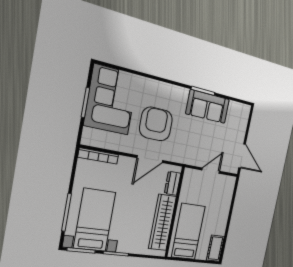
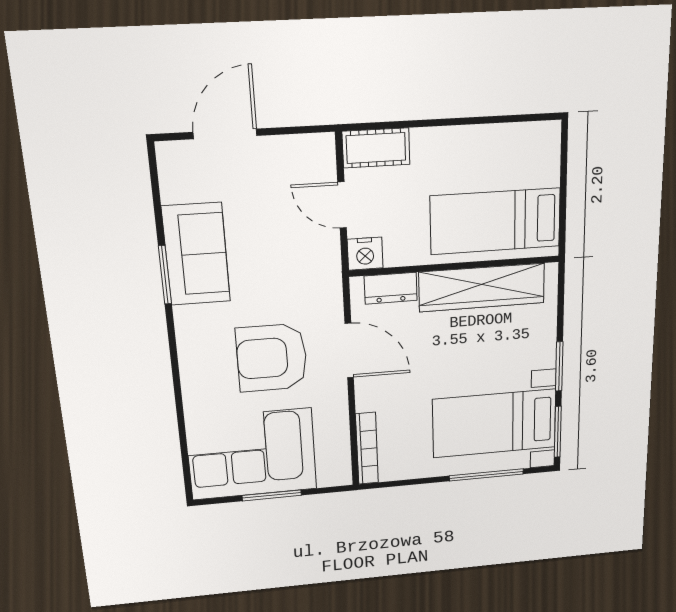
door: (242, 156) -> (225, 134), moved
nightstand: (190, 176) -> (365, 254), added
cot: (215, 248) -> (376, 148), moved

